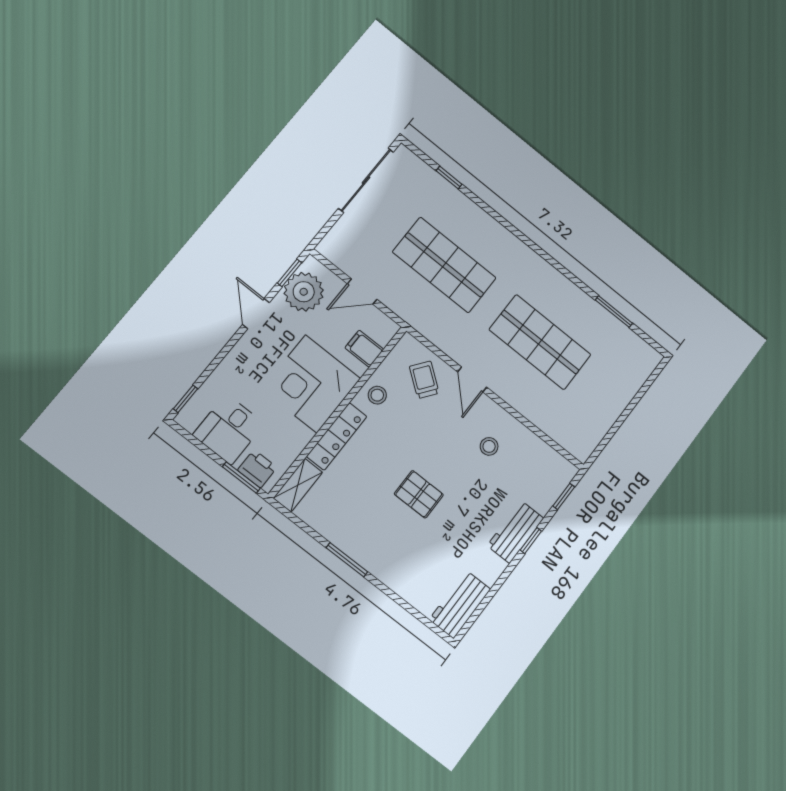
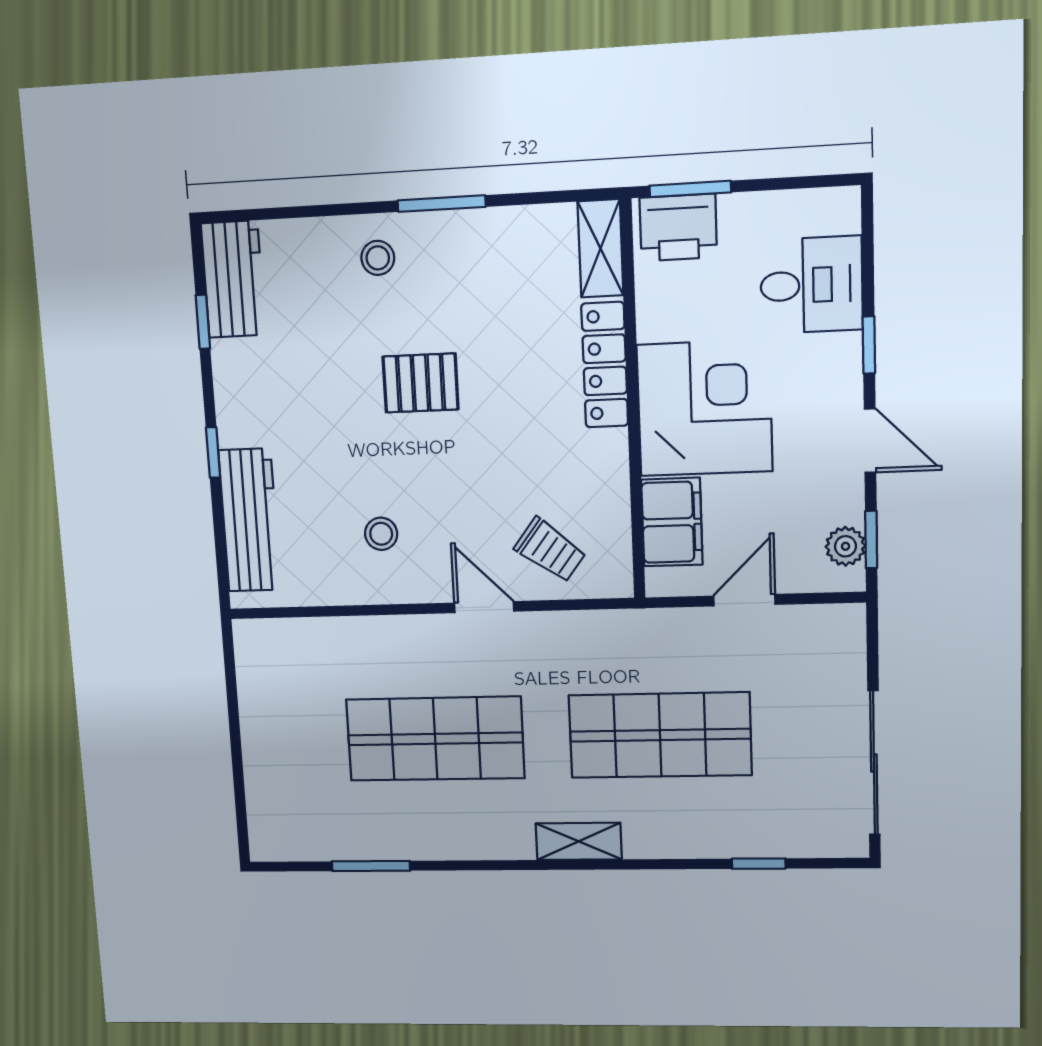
shelving: (516, 249) -> (579, 841), added
plant: (304, 292) -> (845, 546), width x0.53, depth x0.53
filing cabinet: (364, 349) -> (672, 522), width x2.00
stool: (377, 395) -> (378, 258), moved
window: (186, 399) -> (869, 345), moved
desk: (229, 429) -> (811, 285), moved, turned 90
printer: (257, 469) -> (678, 228), width x1.36, depth x1.24
window: (564, 496) -> (203, 322), moved
workbench: (515, 532) -> (250, 520), moved, width x1.38

